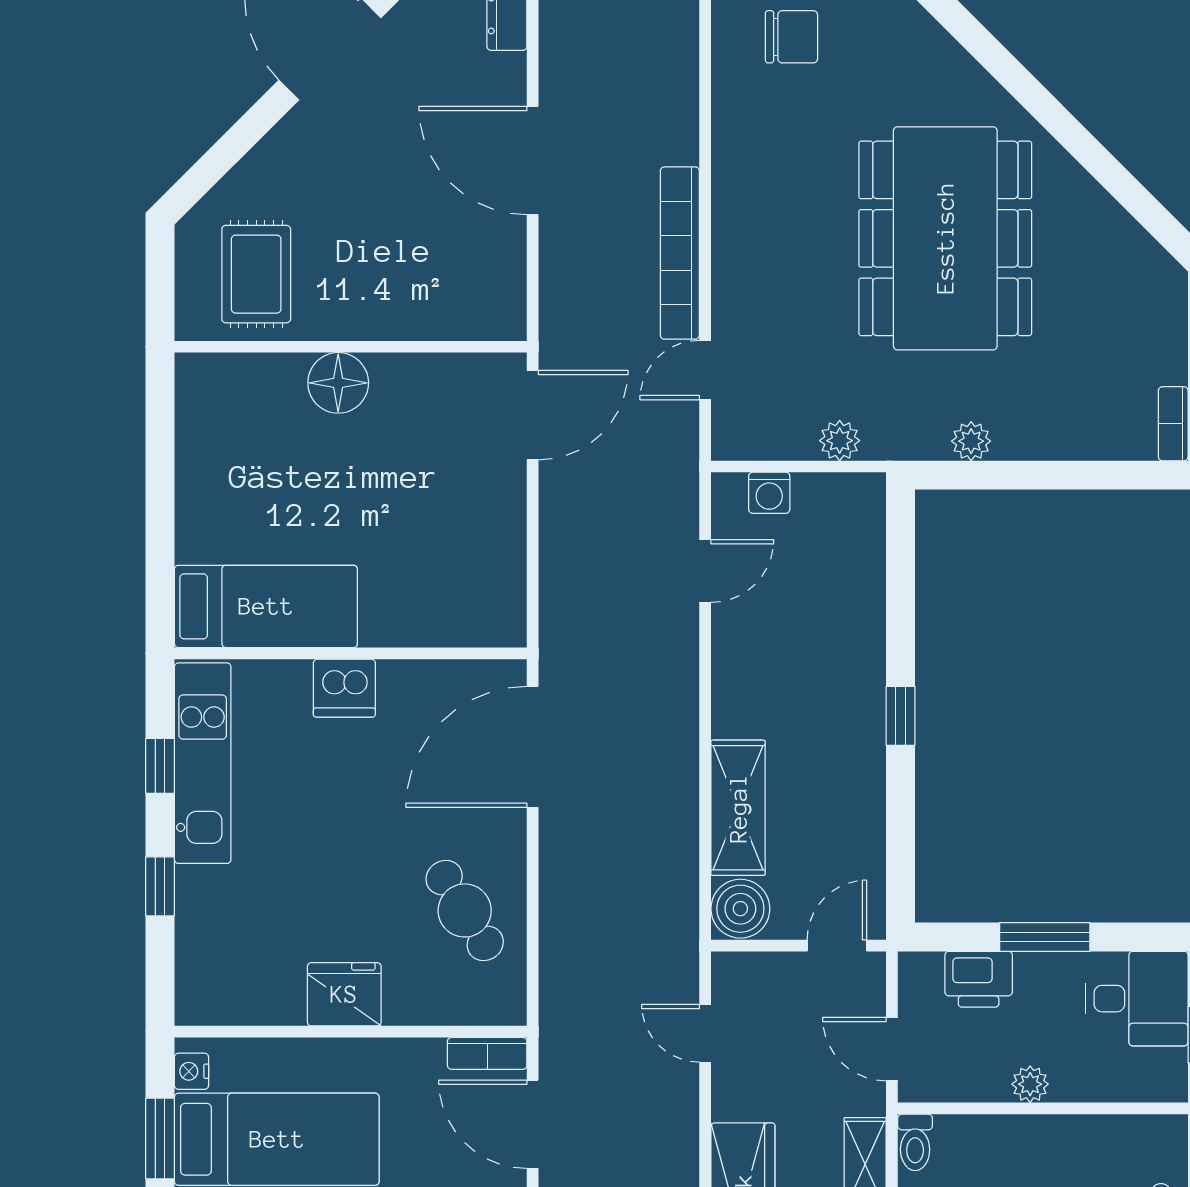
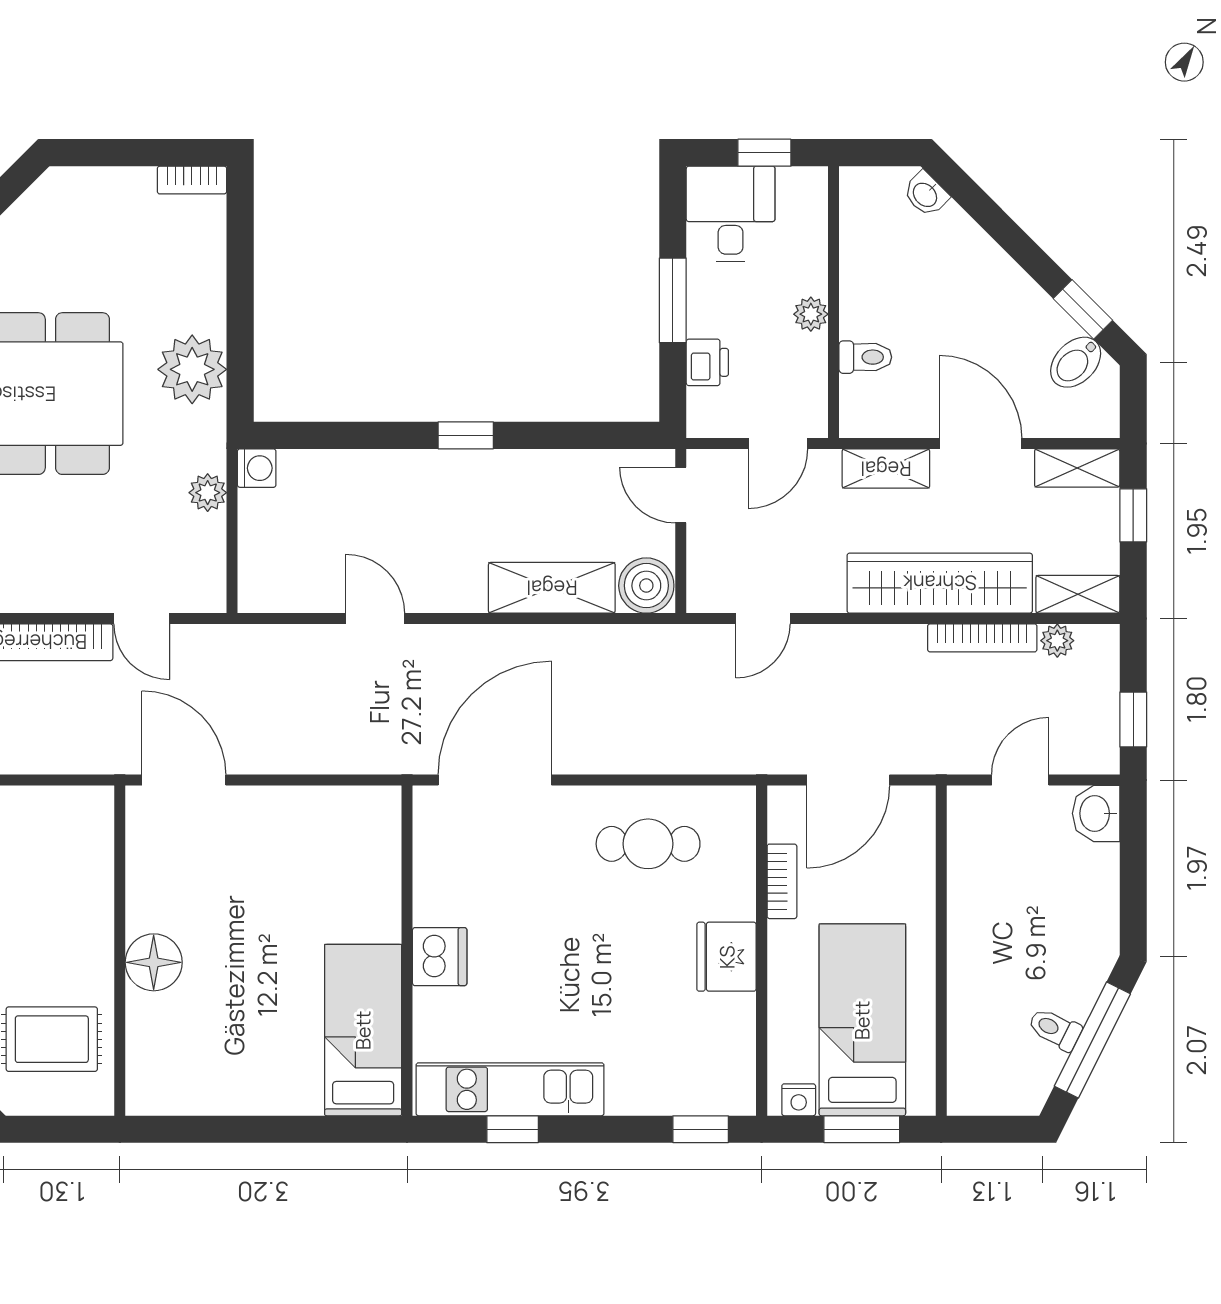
plant: (971, 441) -> (192, 369), width x1.88, depth x1.88
washing machine: (769, 493) -> (257, 468), moved
door: (705, 571) -> (375, 619), moved
door: (533, 747) -> (495, 780), swing flipped
window: (160, 886) -> (701, 1129), moved
cafe table: (465, 910) -> (648, 844), turned 32
printer: (979, 979) -> (707, 362), width x0.73, depth x0.81
bookcase: (487, 1053) -> (782, 881), moved
toilet: (915, 1142) -> (865, 357), moved

